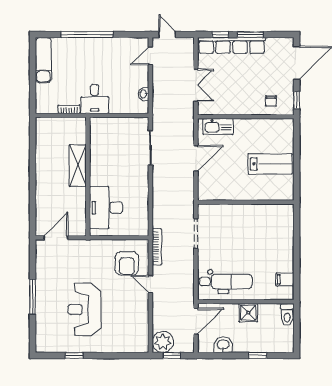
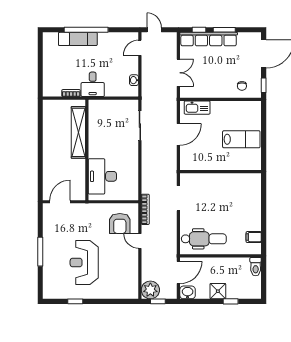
exam couch: (43, 60) -> (78, 39), moved, turned 90
shelving: (78, 166) -> (78, 132), width x1.47
shower: (248, 313) -> (218, 291), moved
washbasin: (223, 345) -> (188, 292), moved

